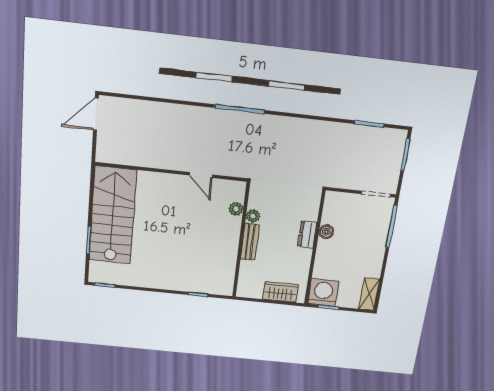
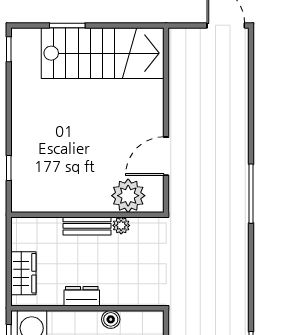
door: (201, 175) -> (166, 156), width x1.38
plant: (236, 209) -> (128, 196), width x1.88, depth x1.88
dresser: (307, 234) -> (82, 296), moved

